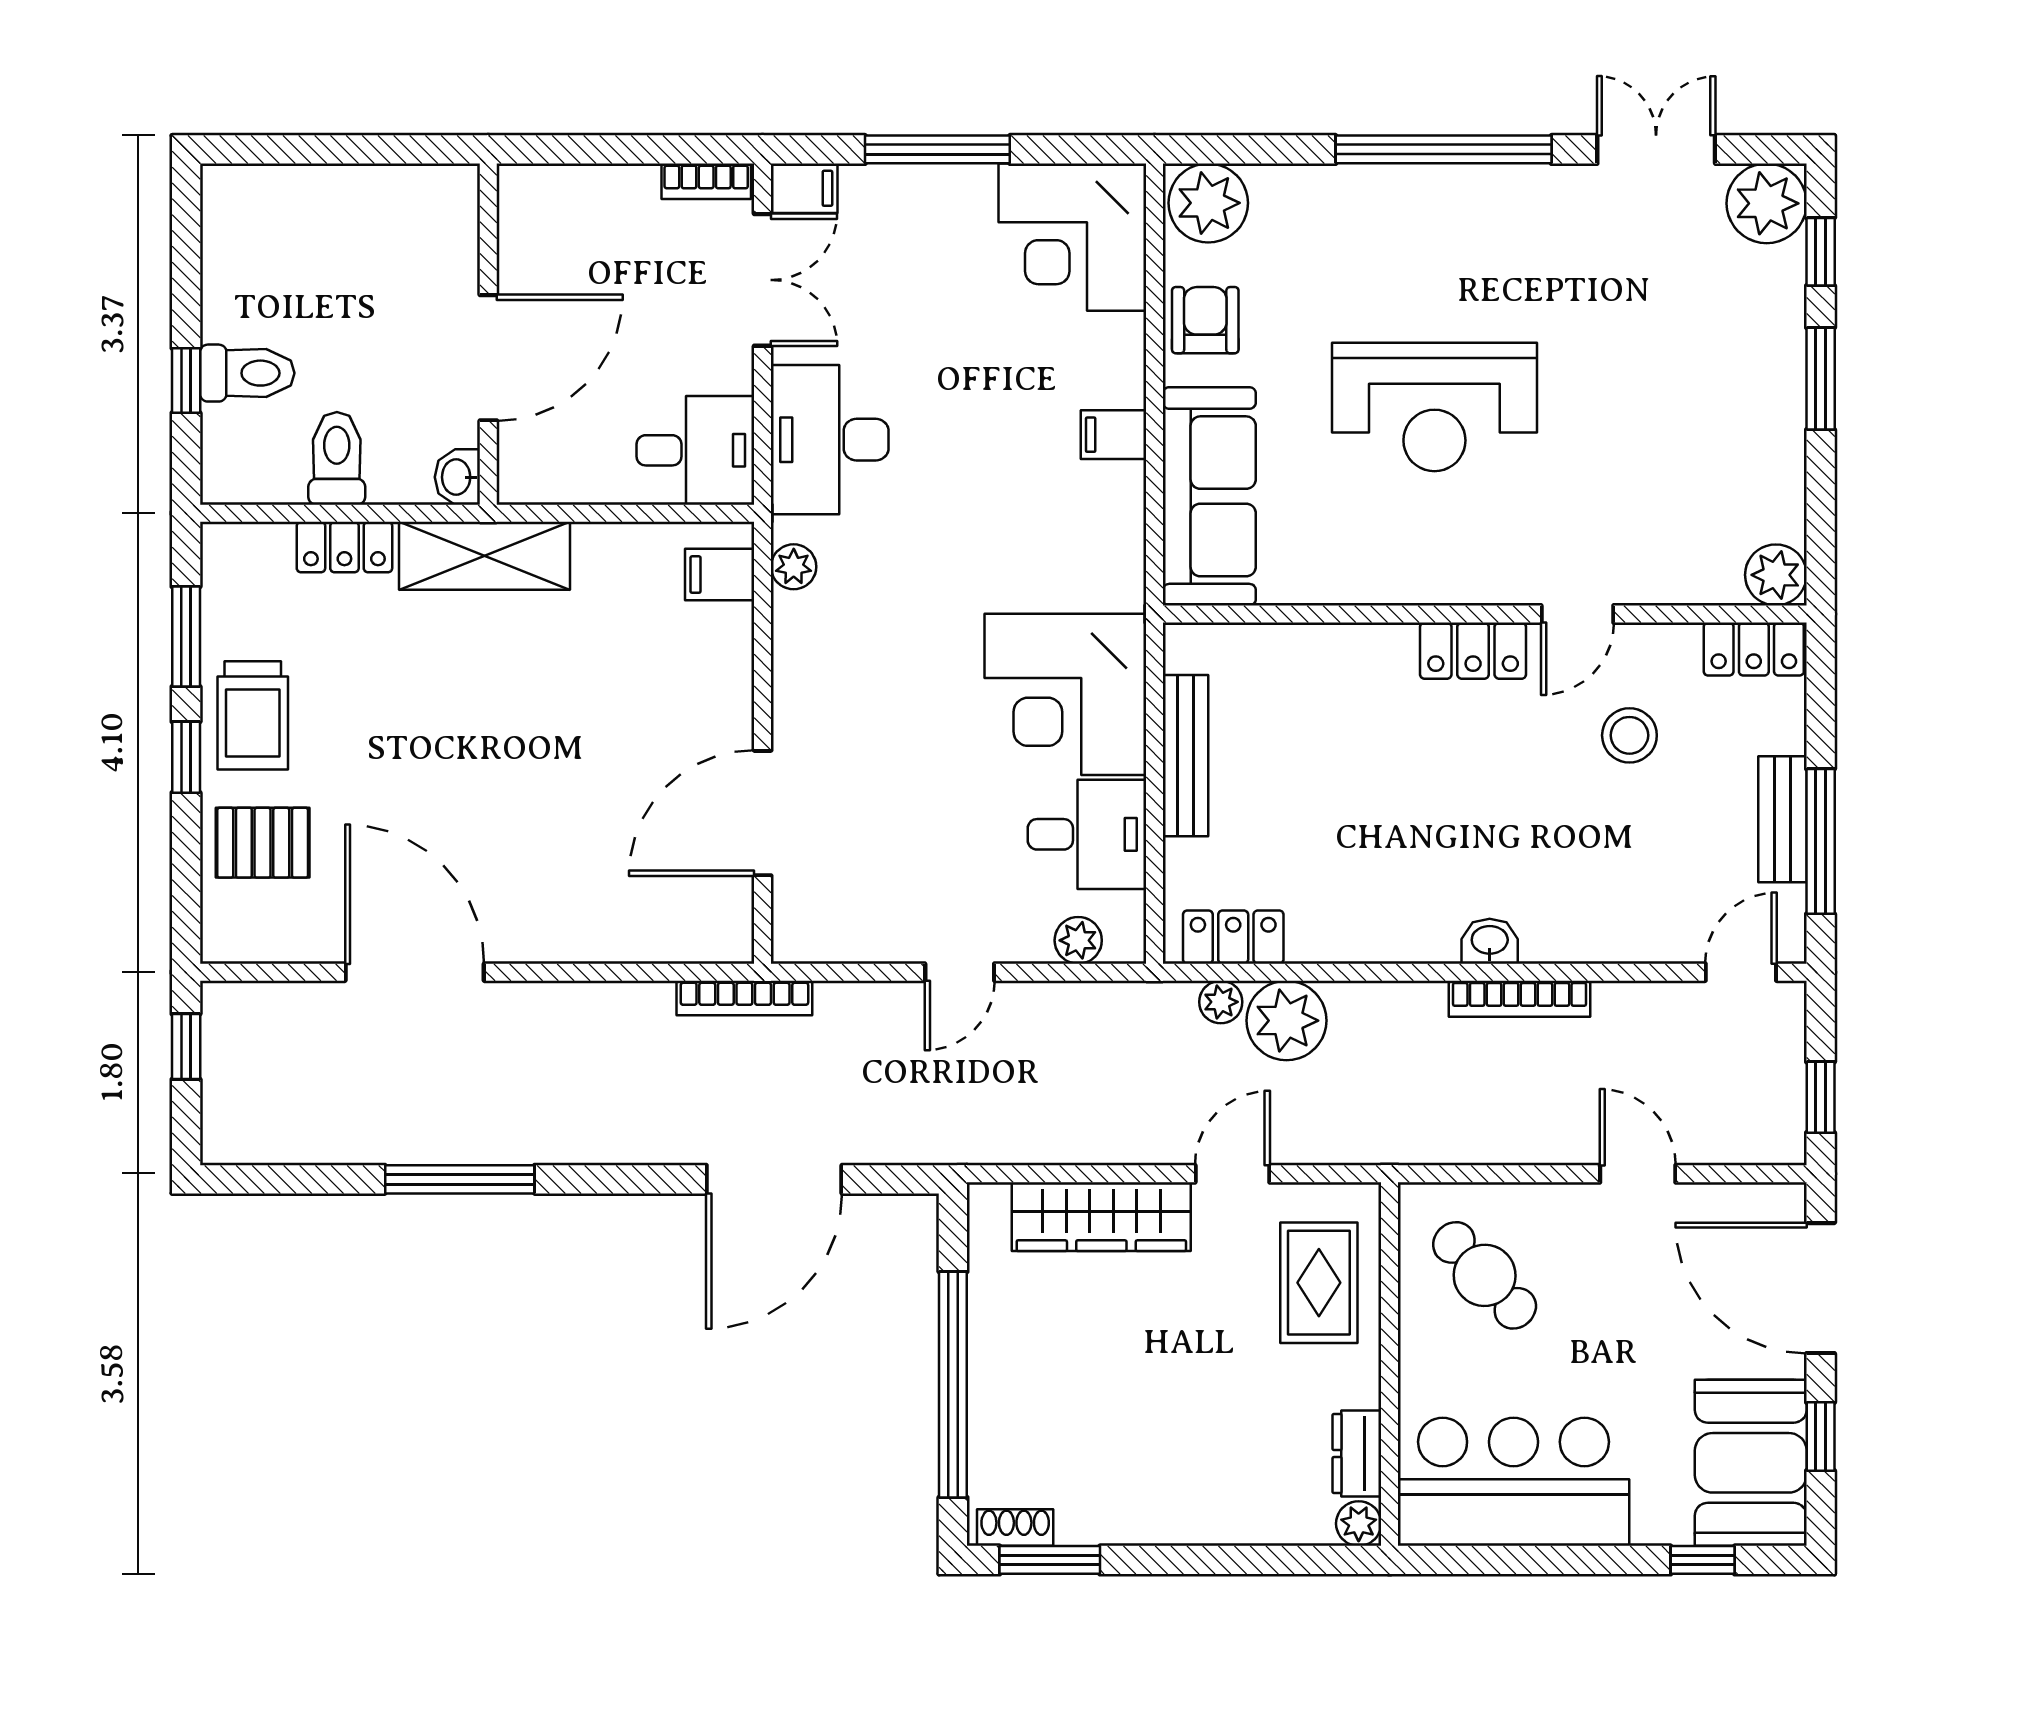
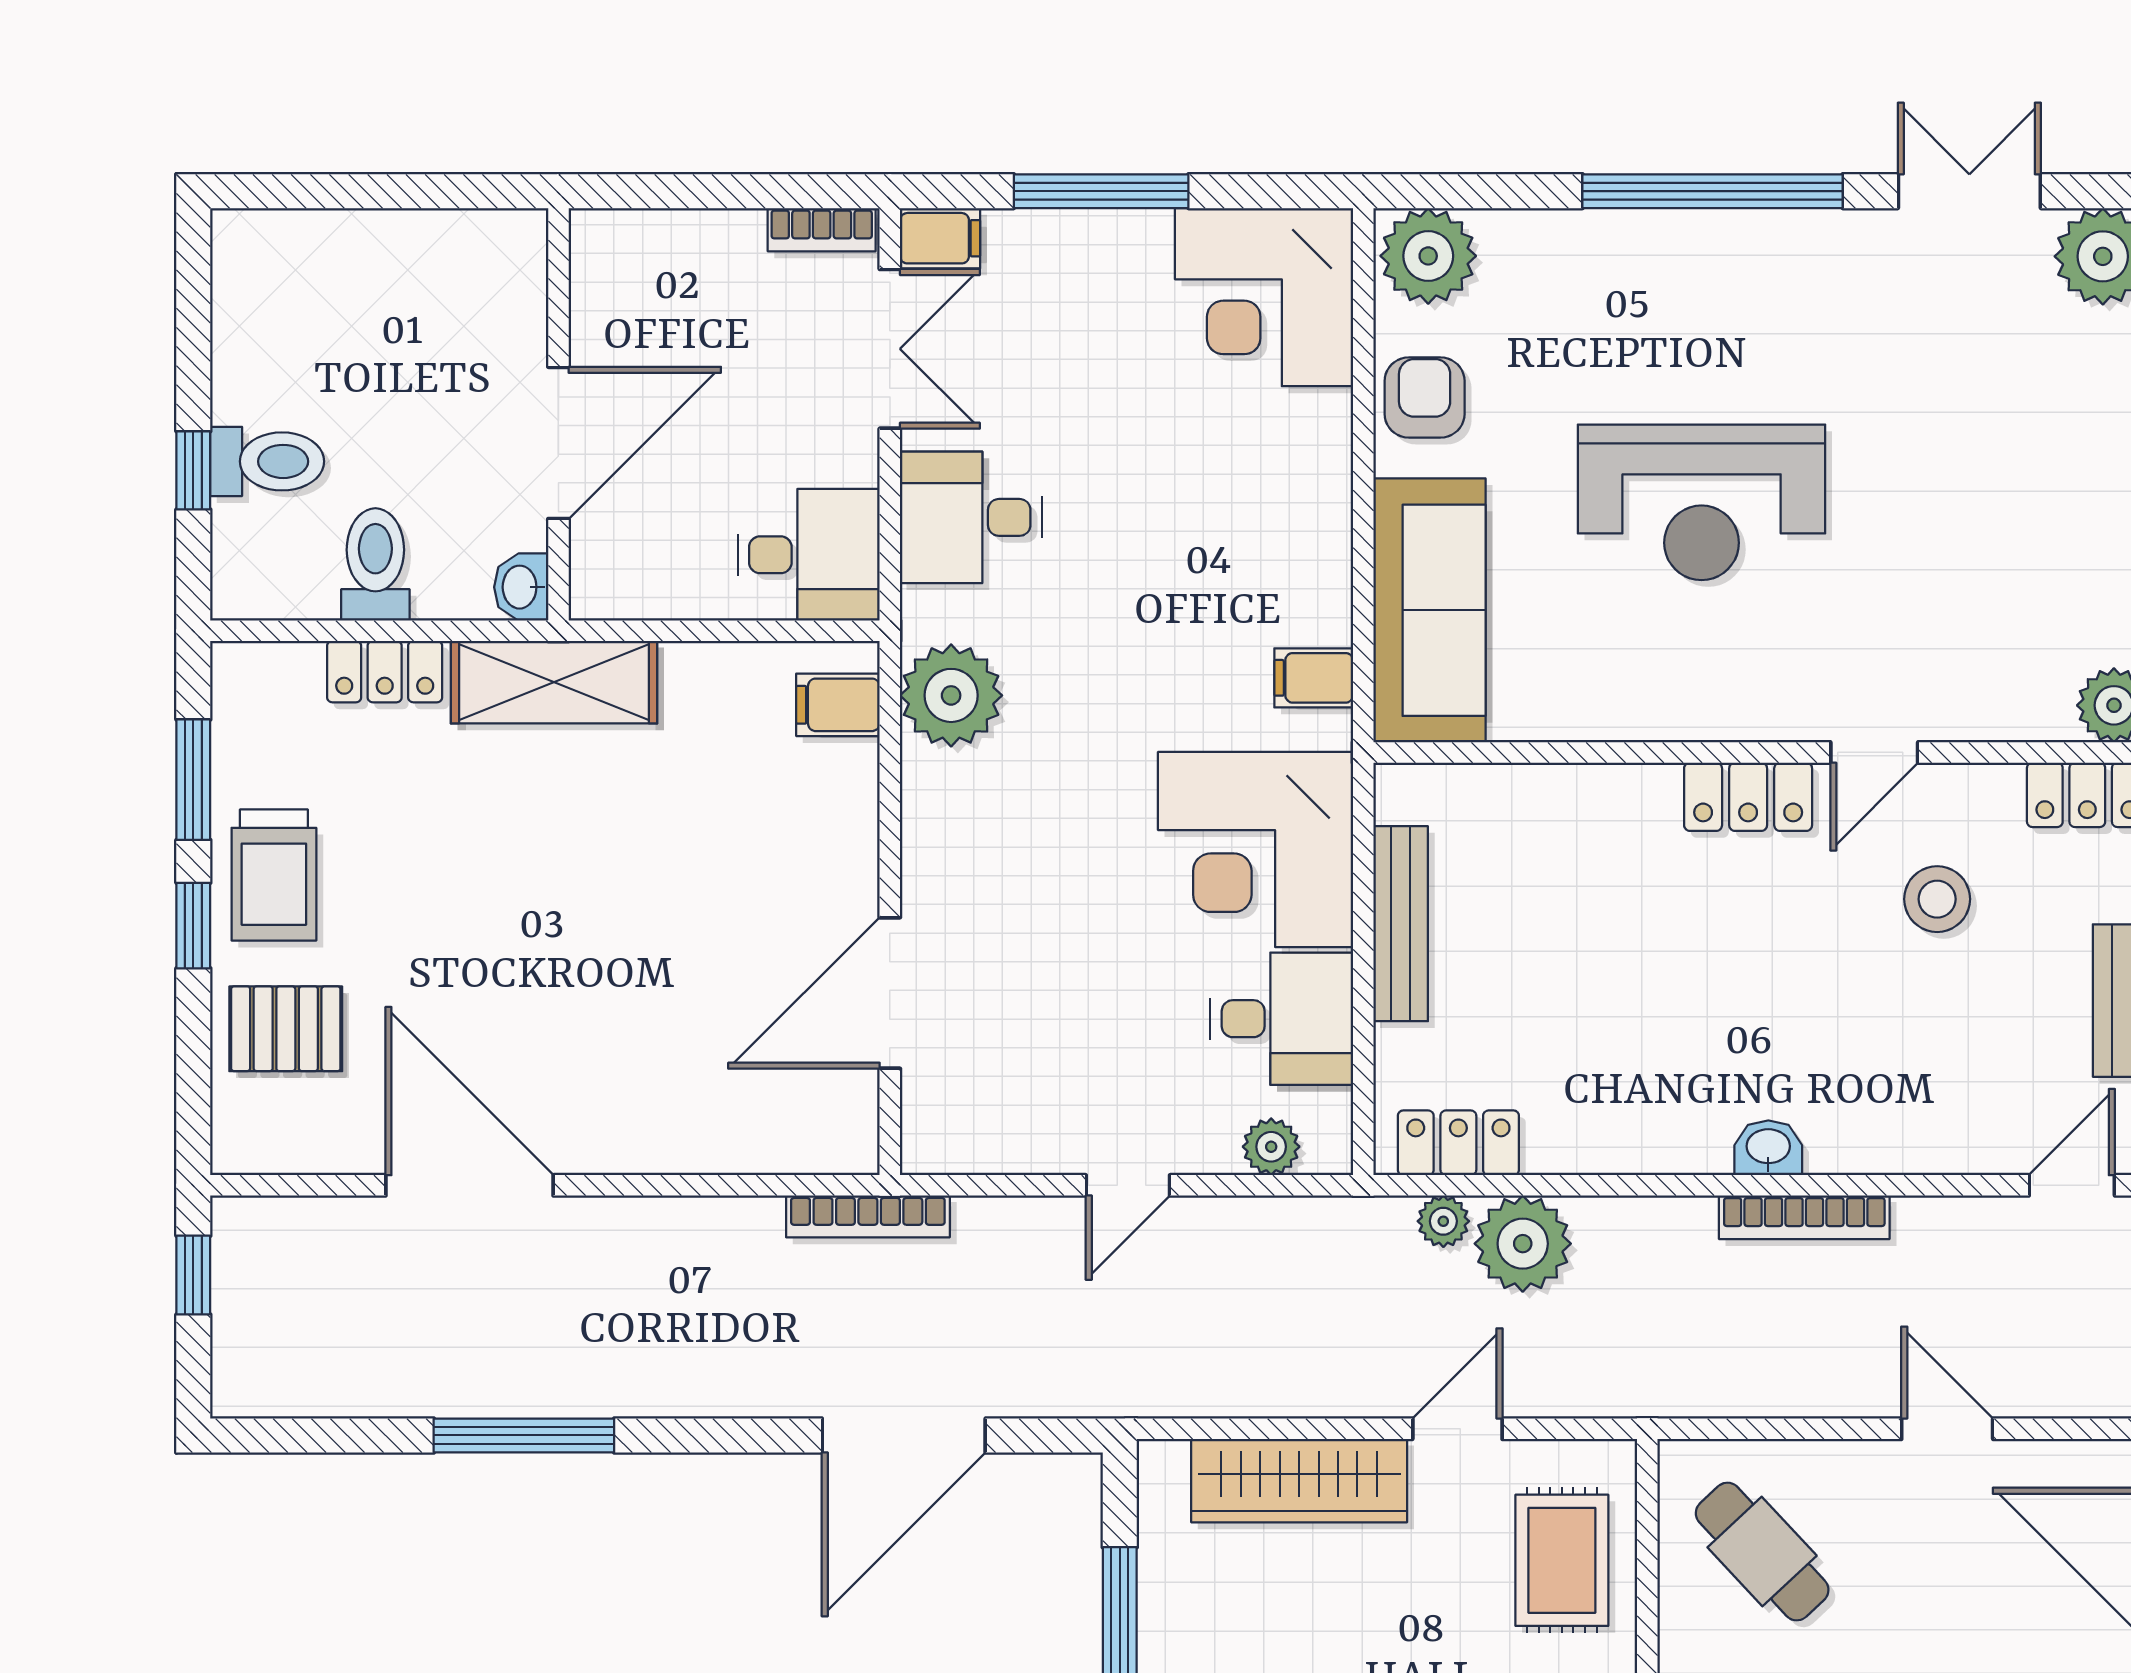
filing cabinet: (1113, 435) -> (1314, 678), moved
desk: (830, 440) -> (971, 517), width x0.73
plant: (794, 567) -> (951, 695), width x1.88, depth x1.88

